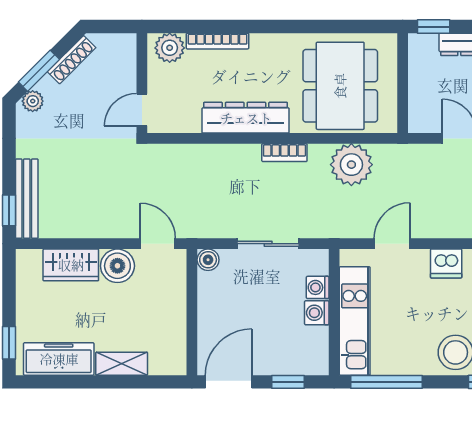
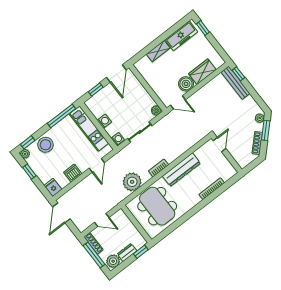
plant: (170, 48) -> (227, 173), removed
washing machine: (318, 287) -> (118, 139), moved

